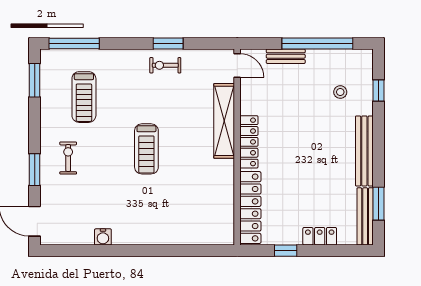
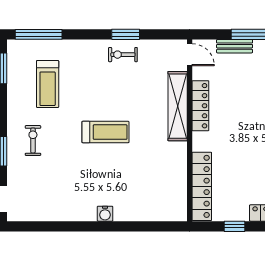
locker: (249, 142) -> (200, 106), moved
treadmill: (146, 149) -> (105, 132), turned -90
water cooler: (103, 237) -> (105, 214), moved

